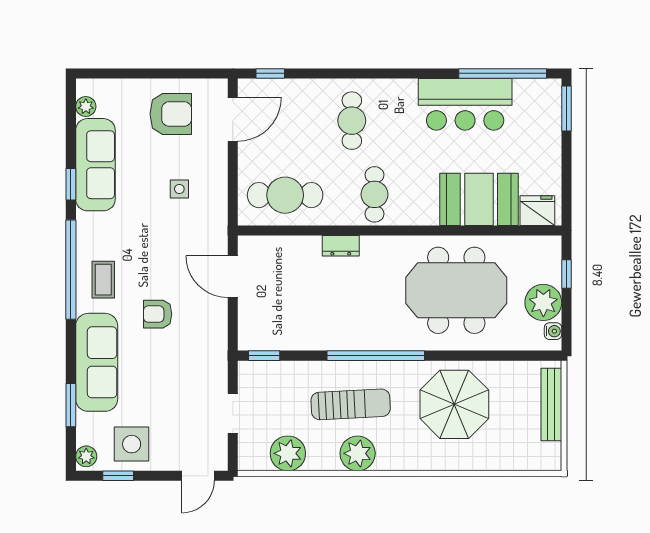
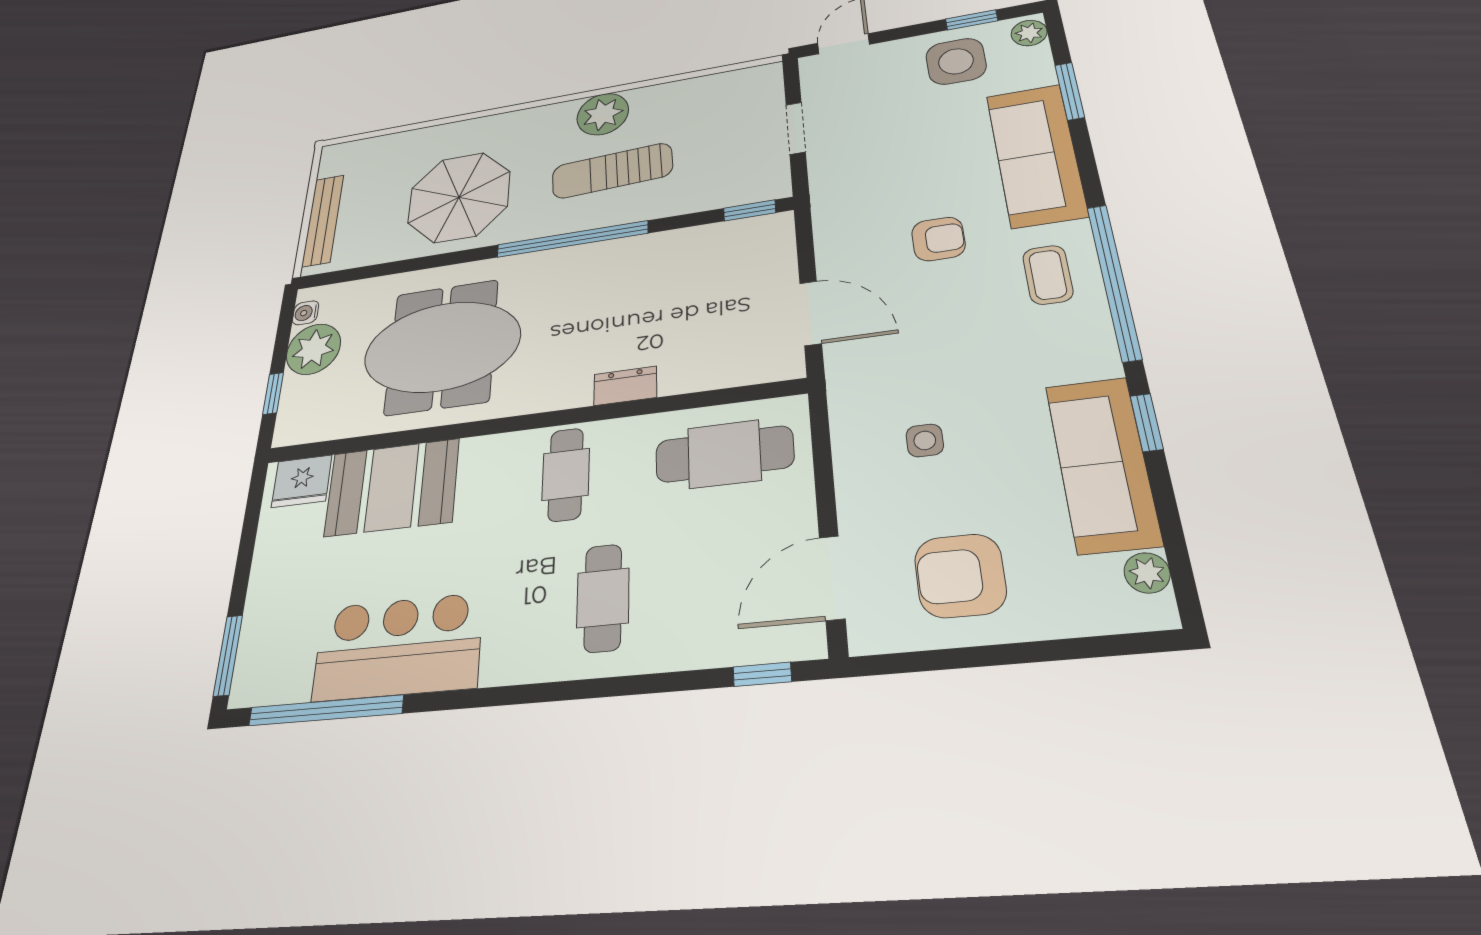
plant: (288, 453) -> (707, 95), removed

